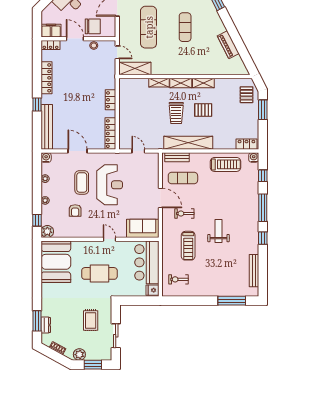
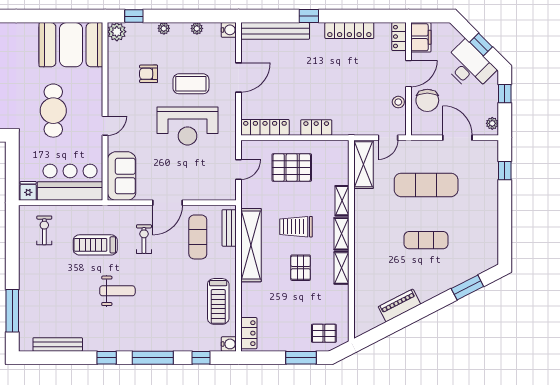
pallet: (137, 116) -> (292, 168), added

